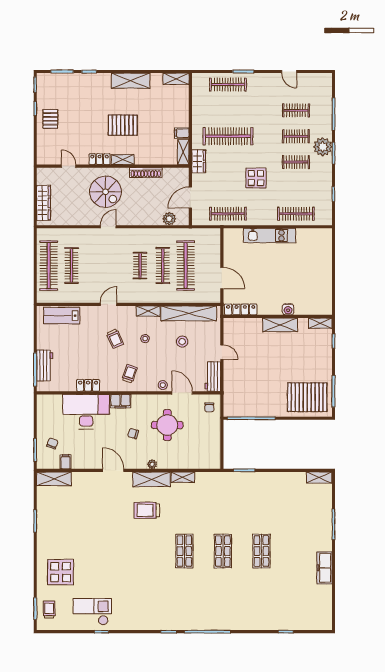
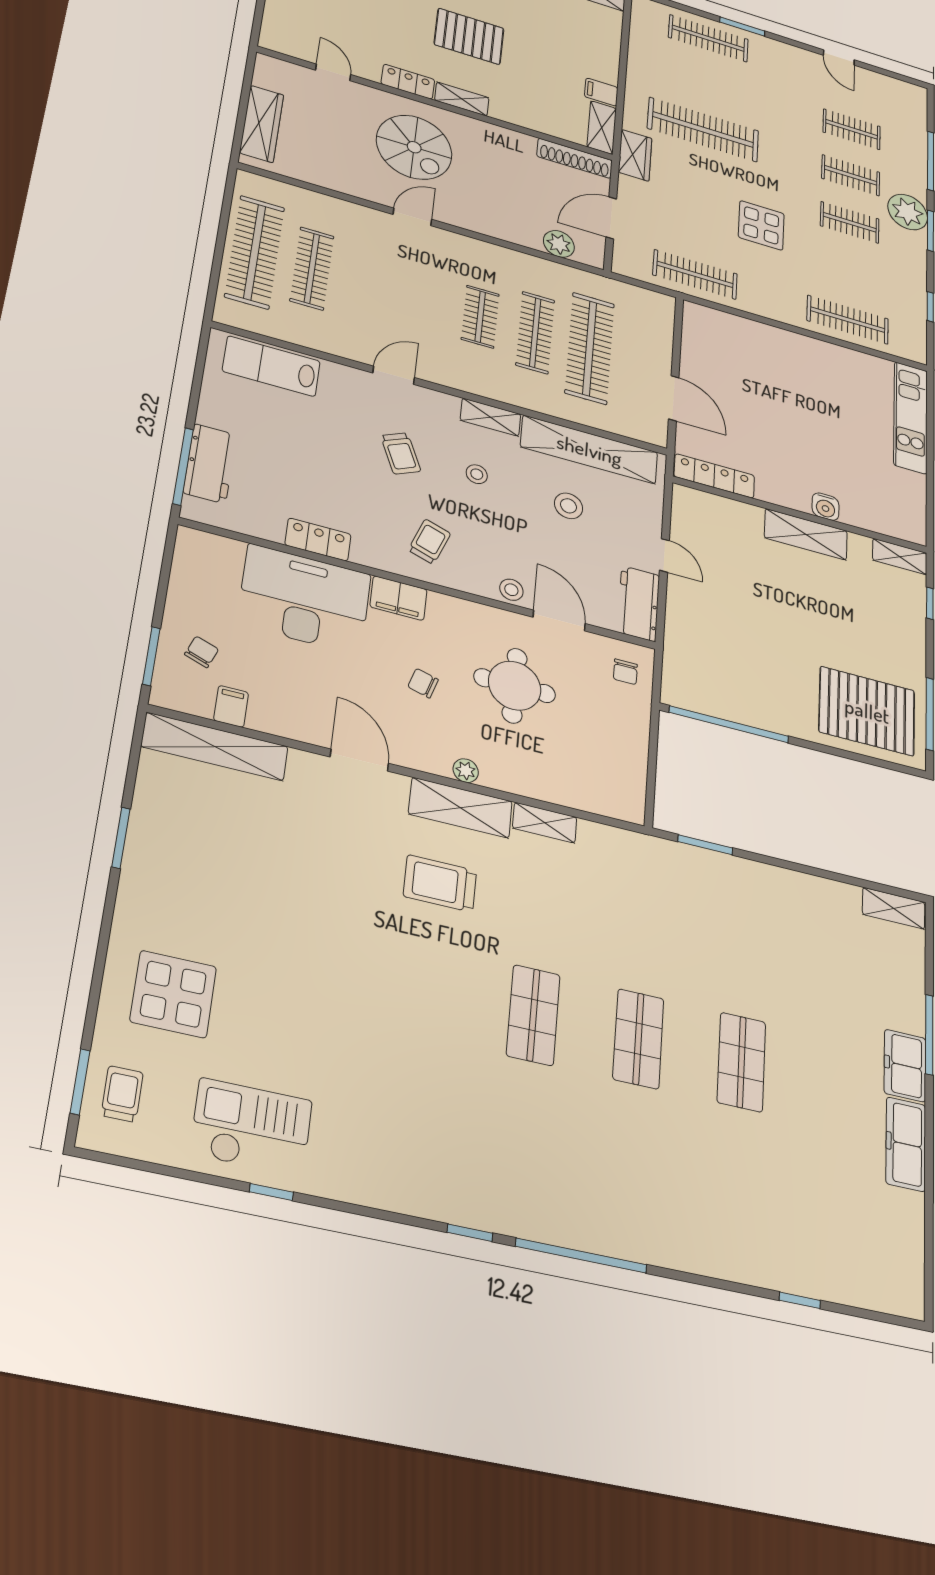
shoe rack: (146, 173) -> (575, 158), moved
kitchen unit: (270, 236) -> (911, 418), moved, turned 90
shelving: (54, 479) -> (215, 747), width x1.47
freezer: (324, 538) -> (905, 1066), added

